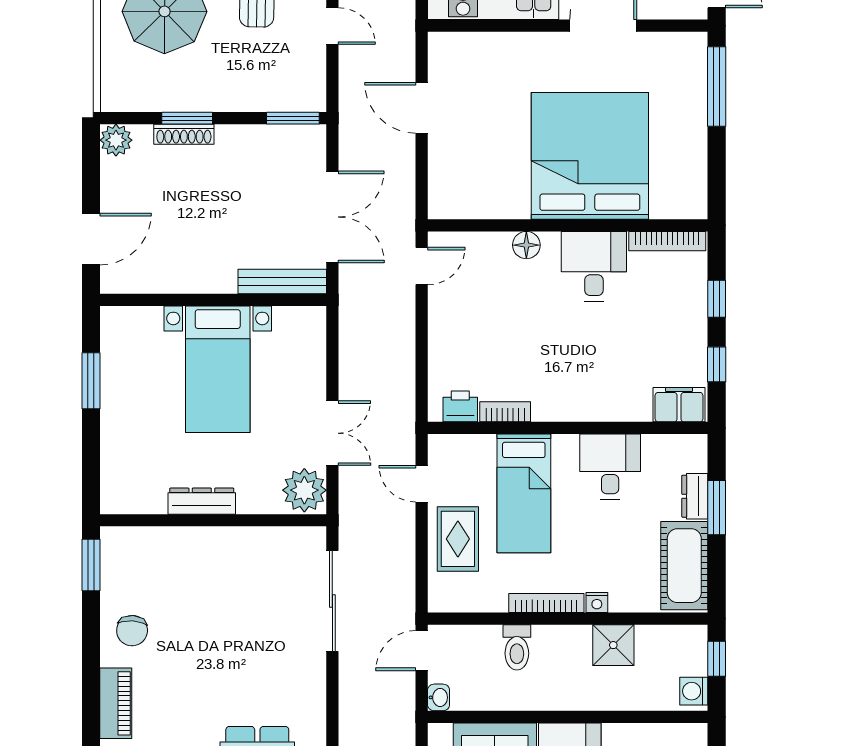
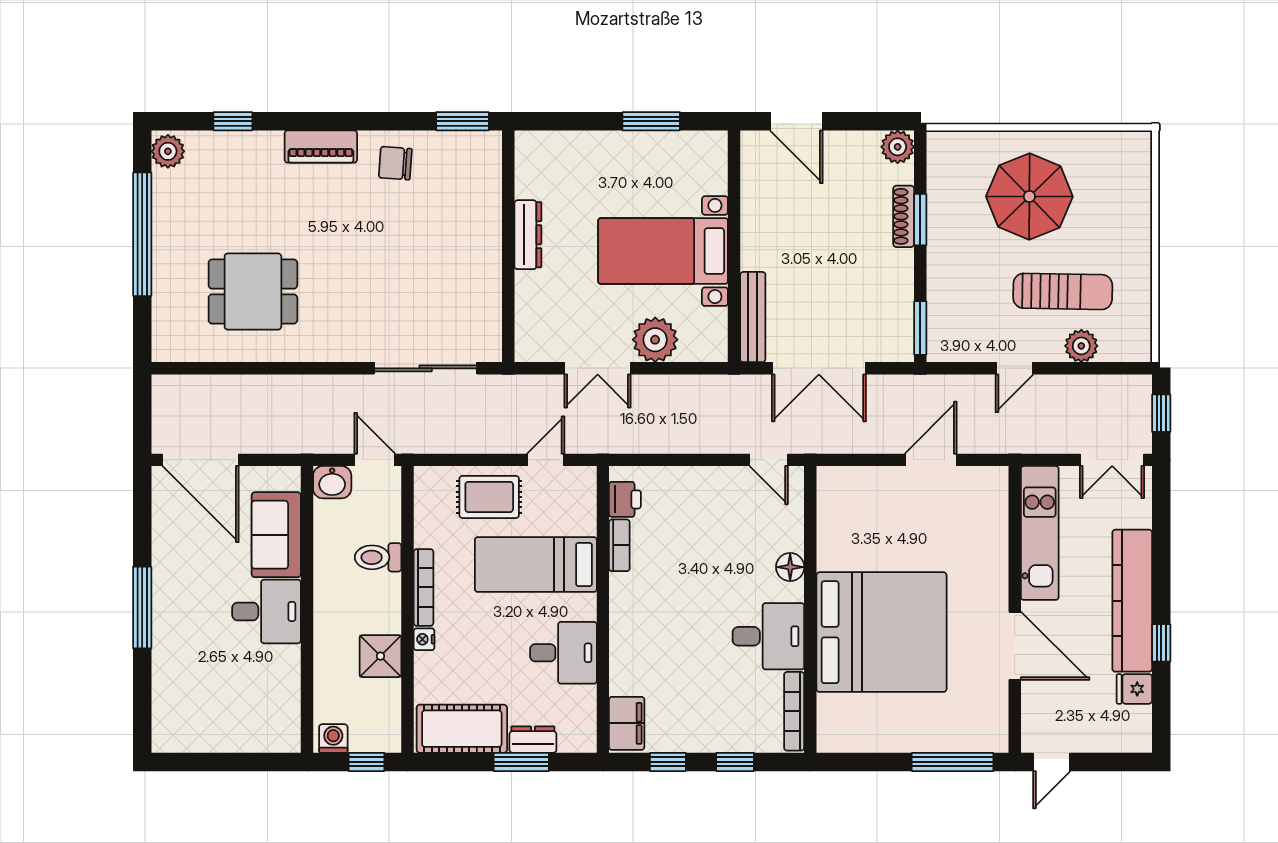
plant: (304, 490) -> (655, 340), moved
washbasin: (439, 697) -> (332, 482), width x1.38, depth x1.45

